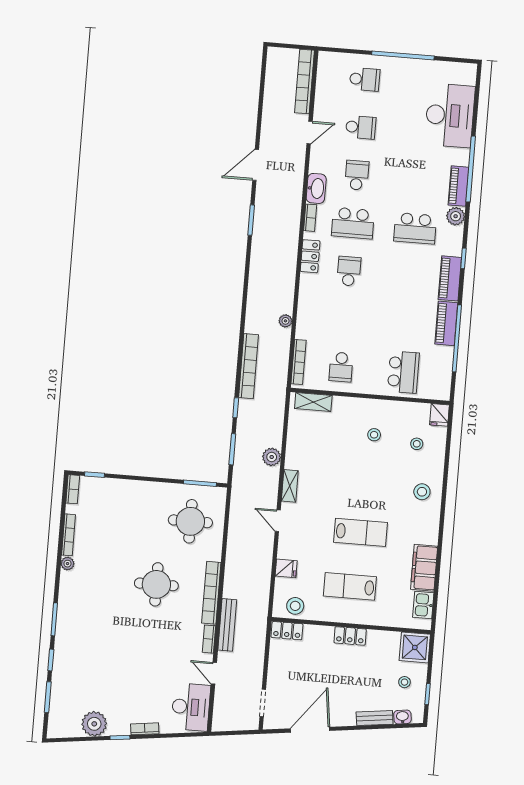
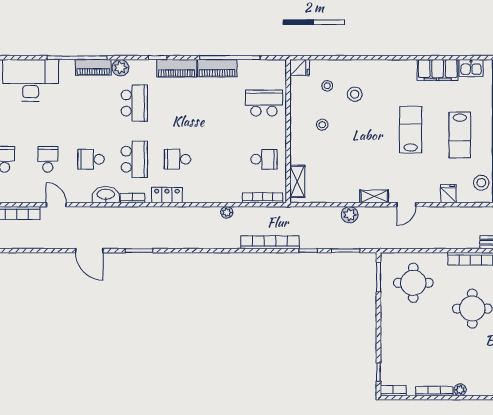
stool: (422, 492) -> (355, 94), moved

